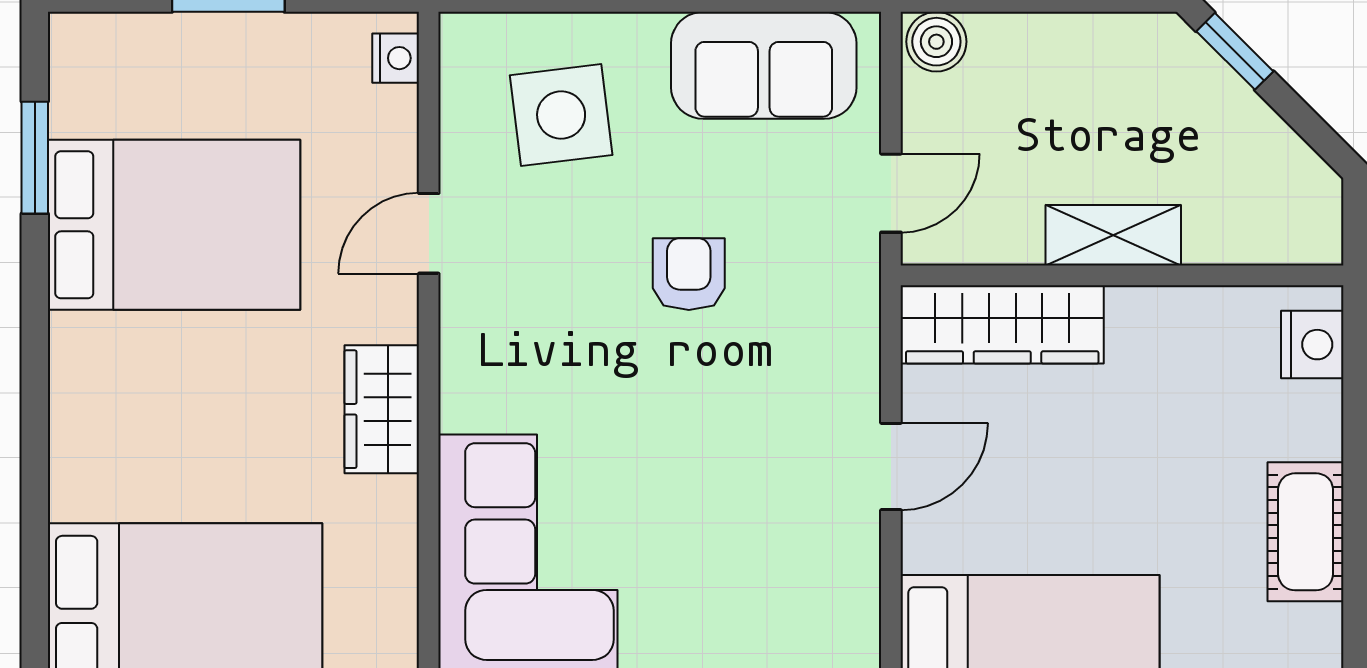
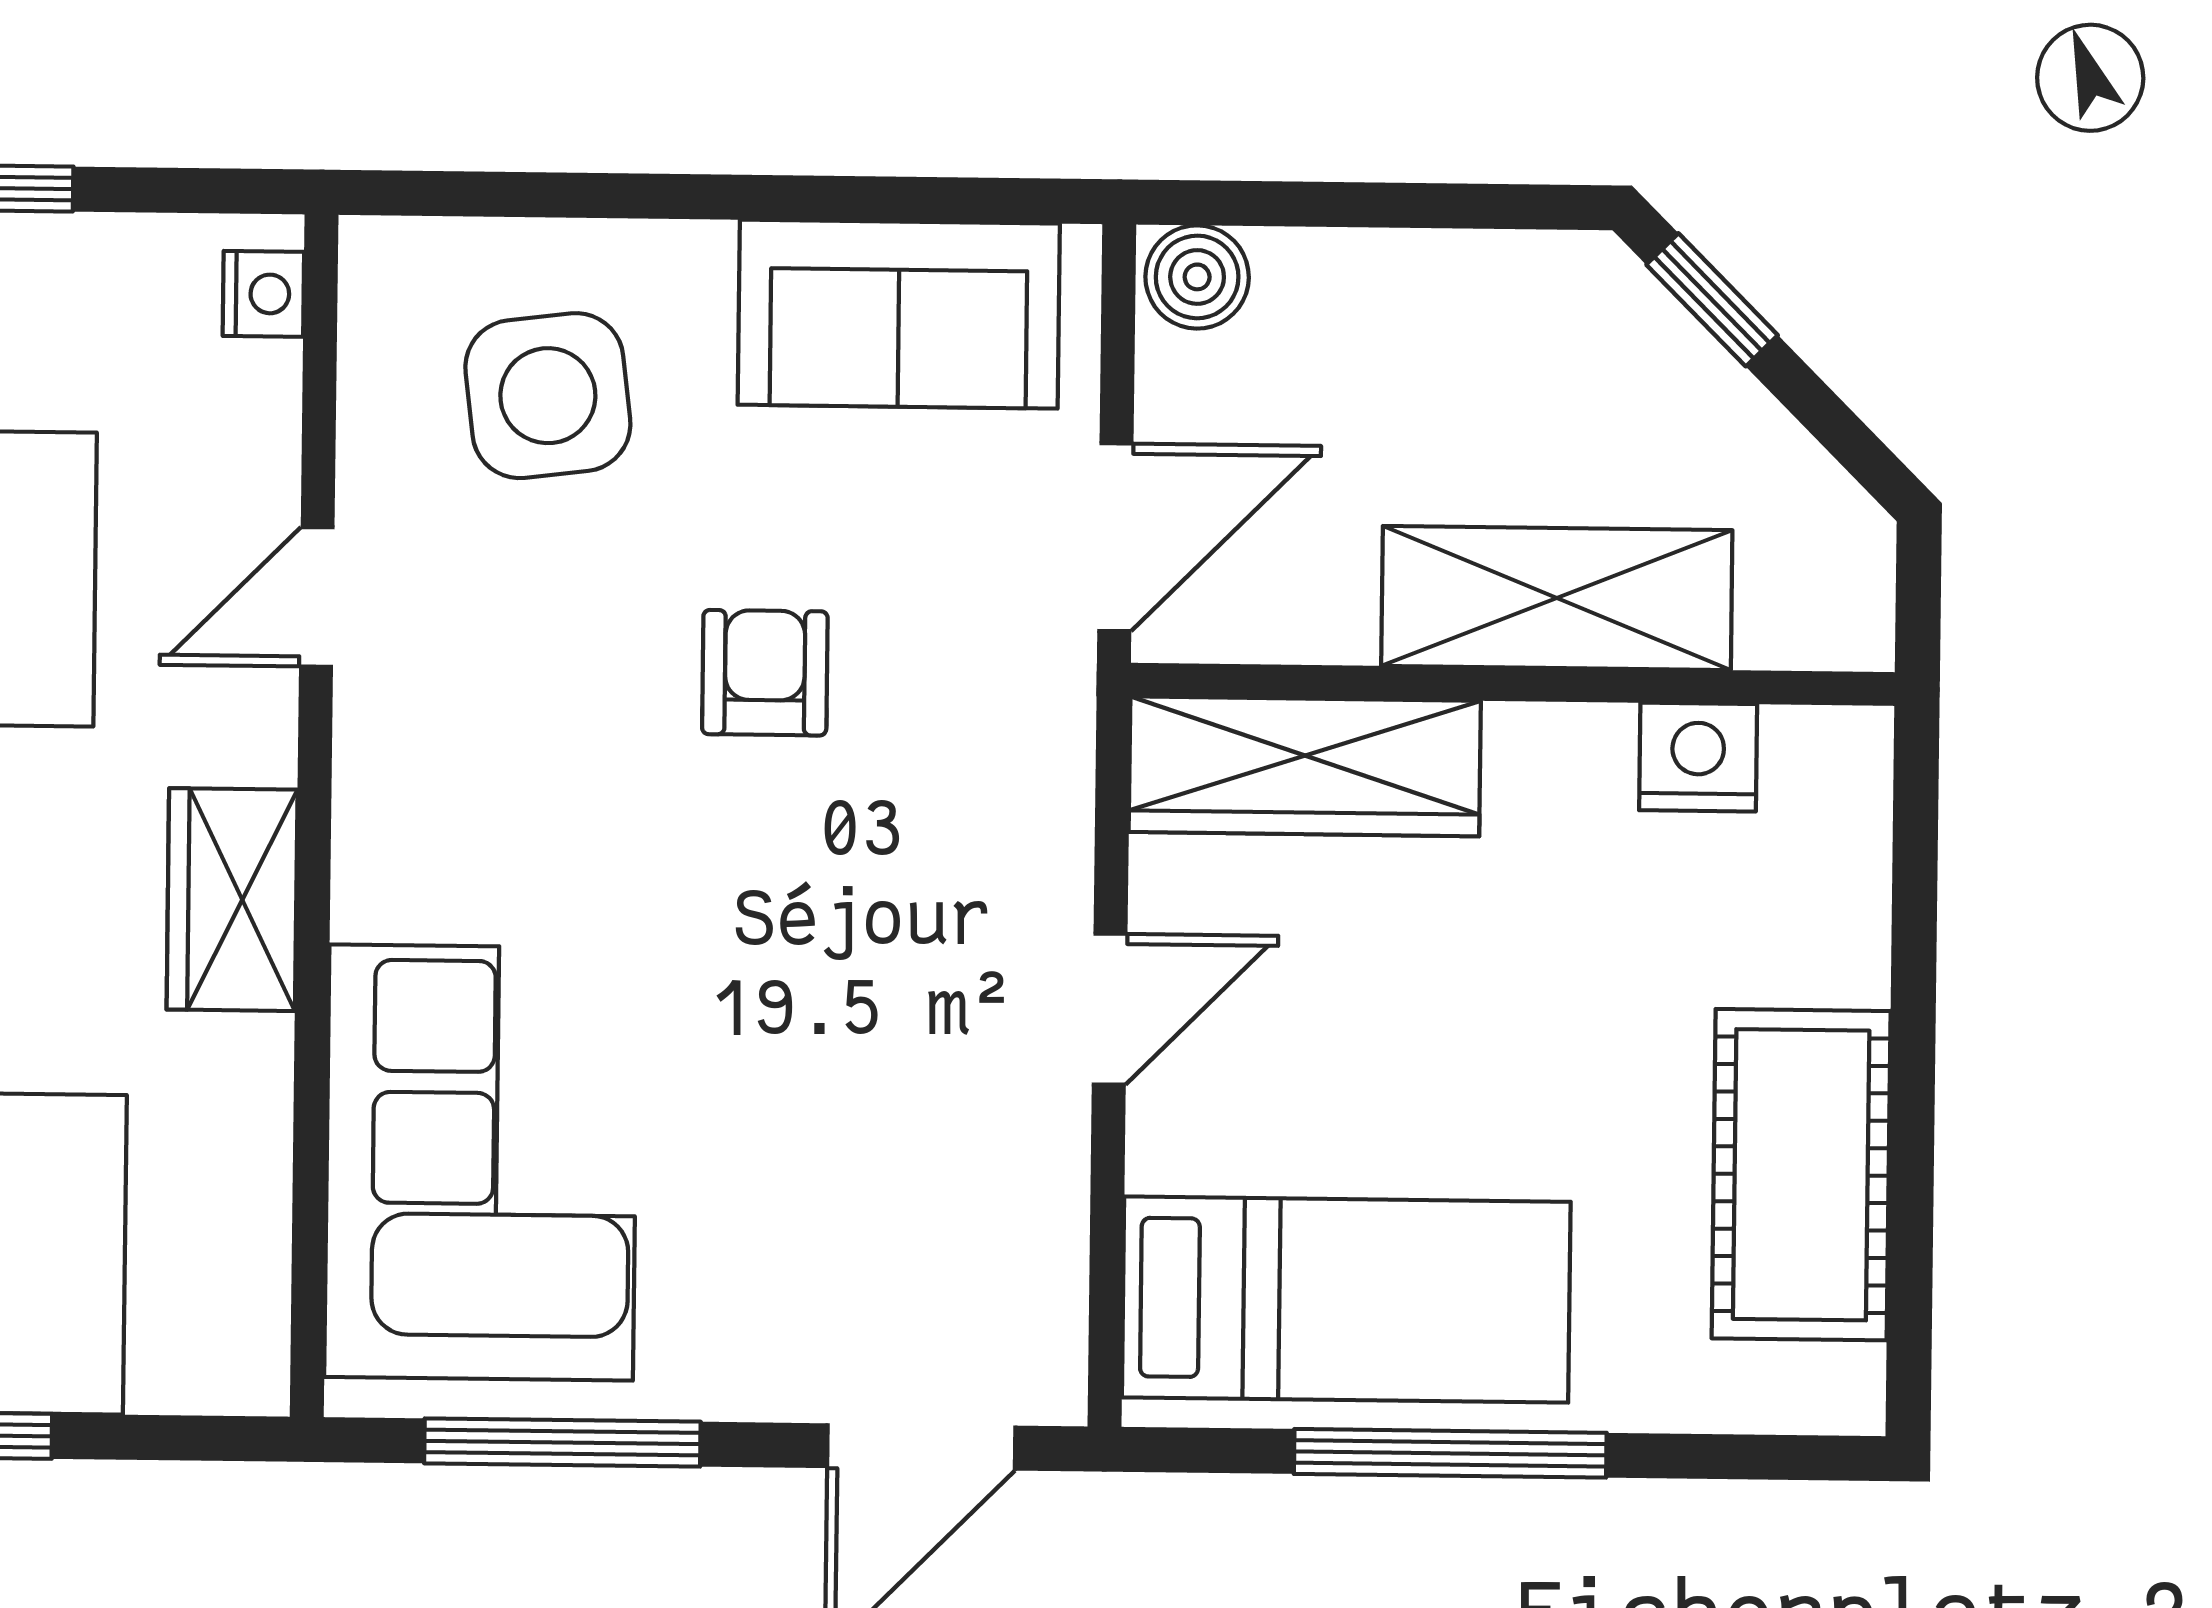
door: (891, 193) -> (1115, 537), width x1.38
shelving: (1113, 235) -> (1557, 598), width x1.50, depth x1.33
nightstand: (1312, 345) -> (1698, 757), moved, turned -90
cot: (1306, 532) -> (1801, 1175), width x1.37, depth x1.34

